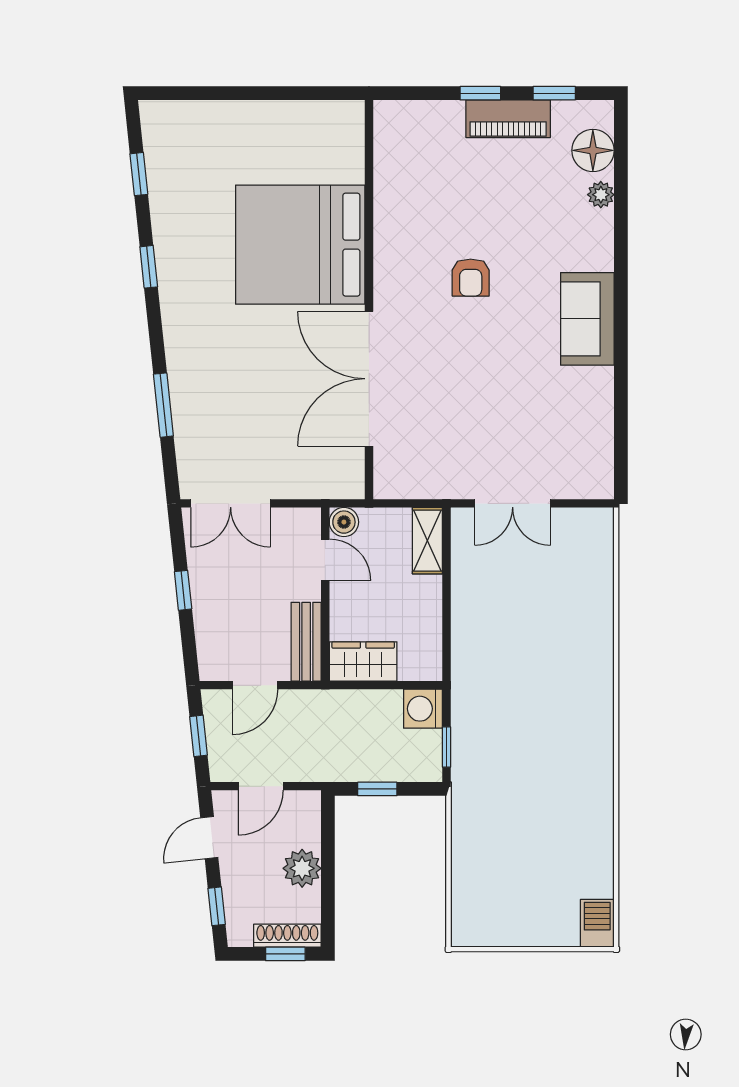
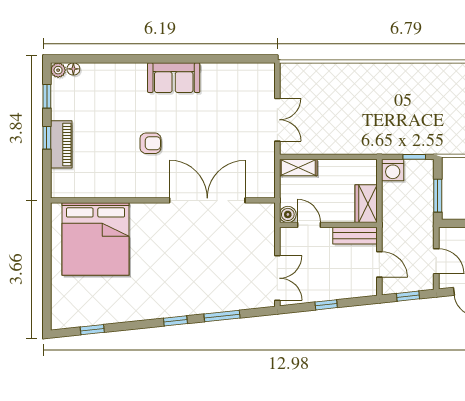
piano: (508, 119) -> (61, 144), moved
floor lamp: (593, 150) -> (73, 69), width x0.53, depth x0.53
plant: (601, 195) -> (58, 70), moved
bed: (300, 245) -> (95, 239), moved
window: (149, 267) -> (175, 321), moved
double door: (369, 379) -> (207, 200), swing flipped
door: (325, 560) -> (309, 225), hinge flipped
window: (377, 789) -> (438, 196), width x1.50

